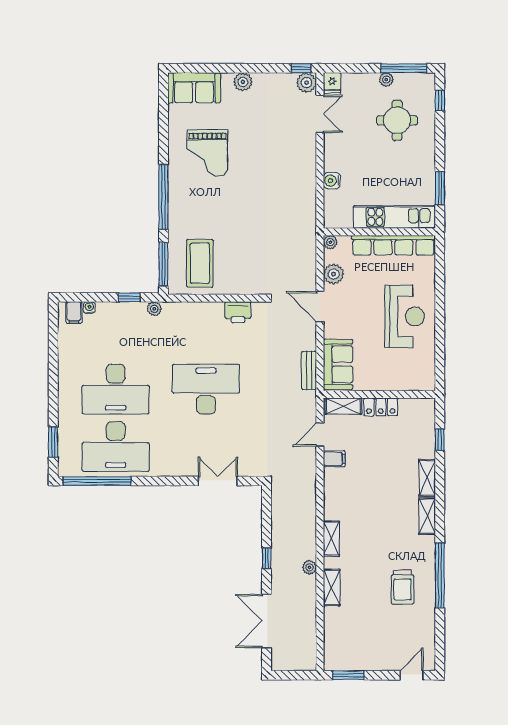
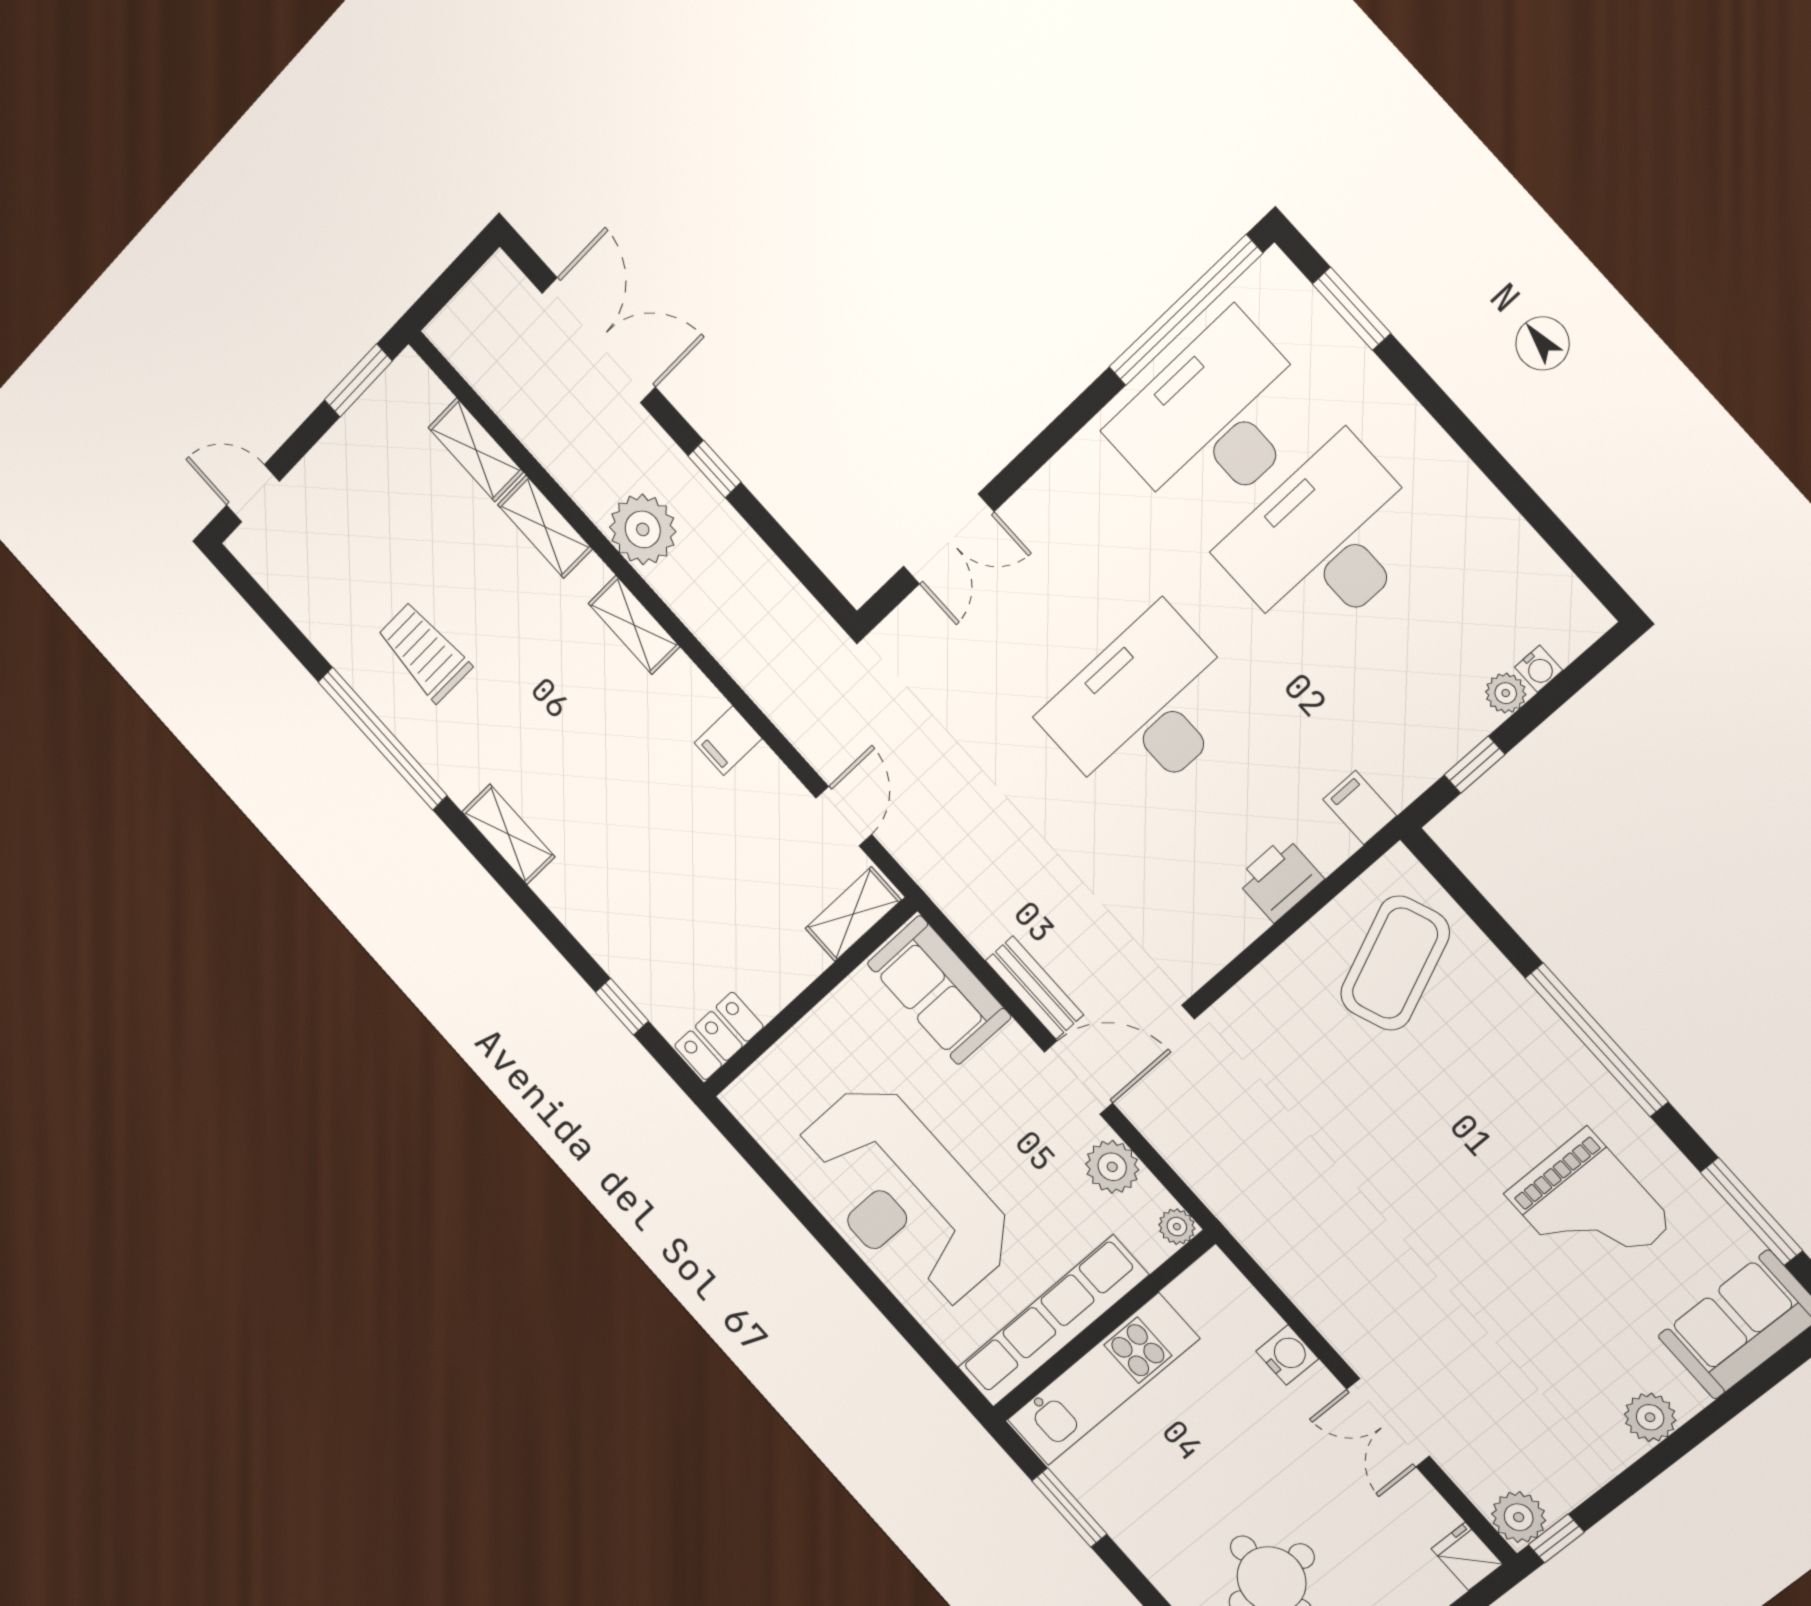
double door: (320, 114) -> (1388, 1423), moved
grand piano: (207, 153) -> (1589, 1209), turned 180
coffee table: (200, 263) -> (1395, 963), turned 68
window: (163, 264) -> (1751, 1211), moved
plant: (154, 309) -> (1506, 693), moved
printer: (238, 312) -> (1280, 879), moved
filing cabinet: (74, 313) -> (1360, 808), moved
reception desk: (405, 316) -> (904, 1196), width x1.36, depth x1.30
bench: (309, 370) -> (1035, 988), moved
desk: (206, 389) -> (1144, 709), turned 180
locker: (381, 407) -> (719, 1036), moved
filing cabinet: (334, 459) -> (728, 741), moved
shelving: (427, 478) -> (476, 450), moved
plant: (309, 567) -> (643, 529), width x1.88, depth x1.88
door: (412, 675) -> (253, 493), swing flipped

